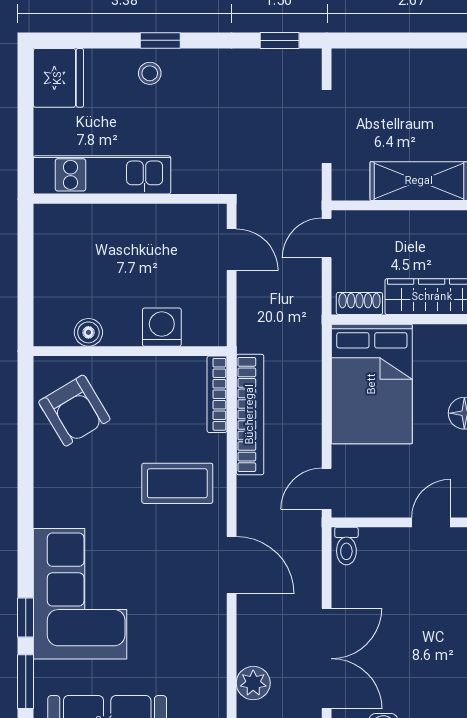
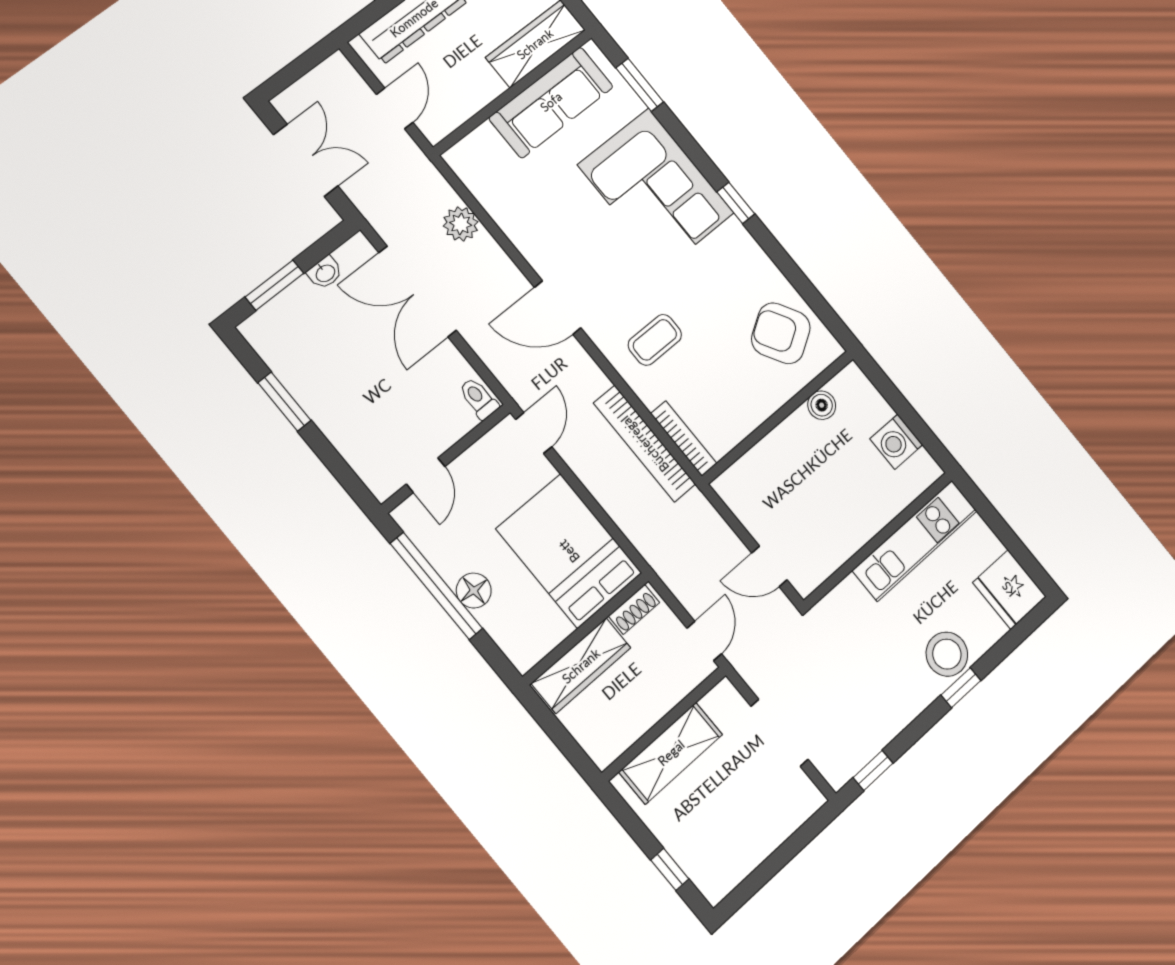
stool: (150, 73) -> (947, 654), width x1.89, depth x1.89
washing machine: (162, 327) -> (896, 442), moved, turned 90
coffee table: (177, 483) -> (655, 340), width x0.73, depth x0.77
window: (26, 617) -> (736, 203), moved

